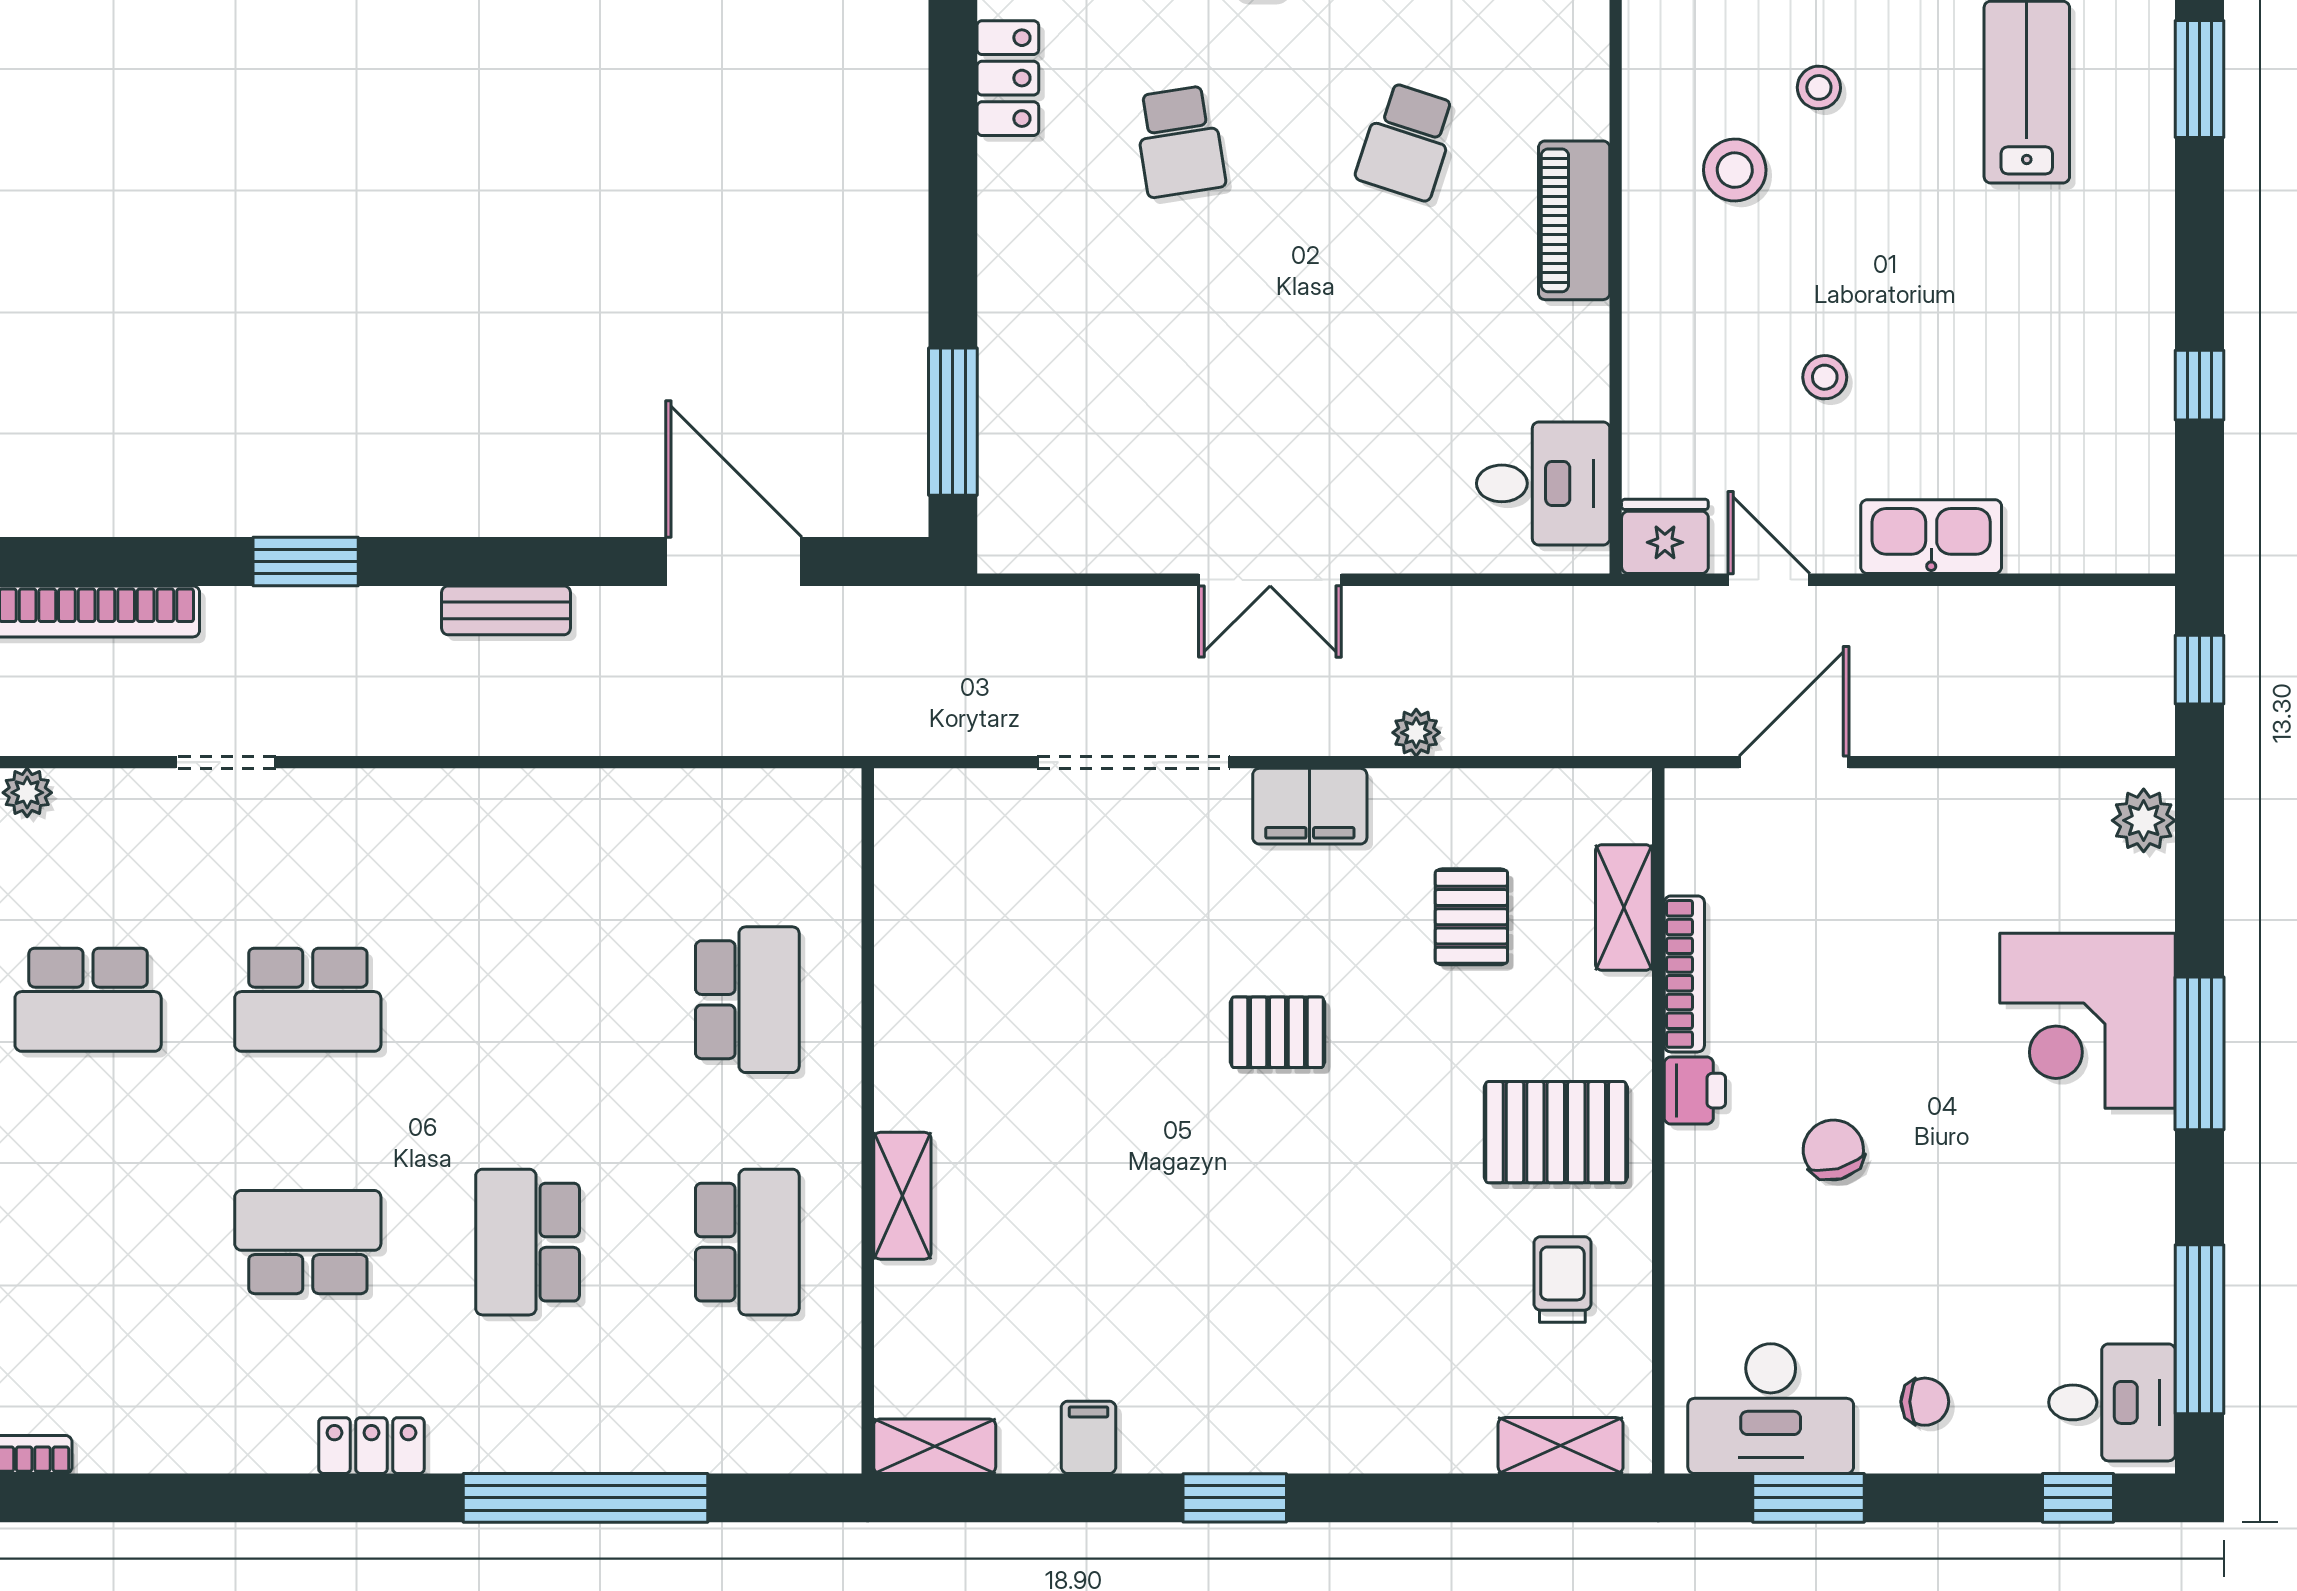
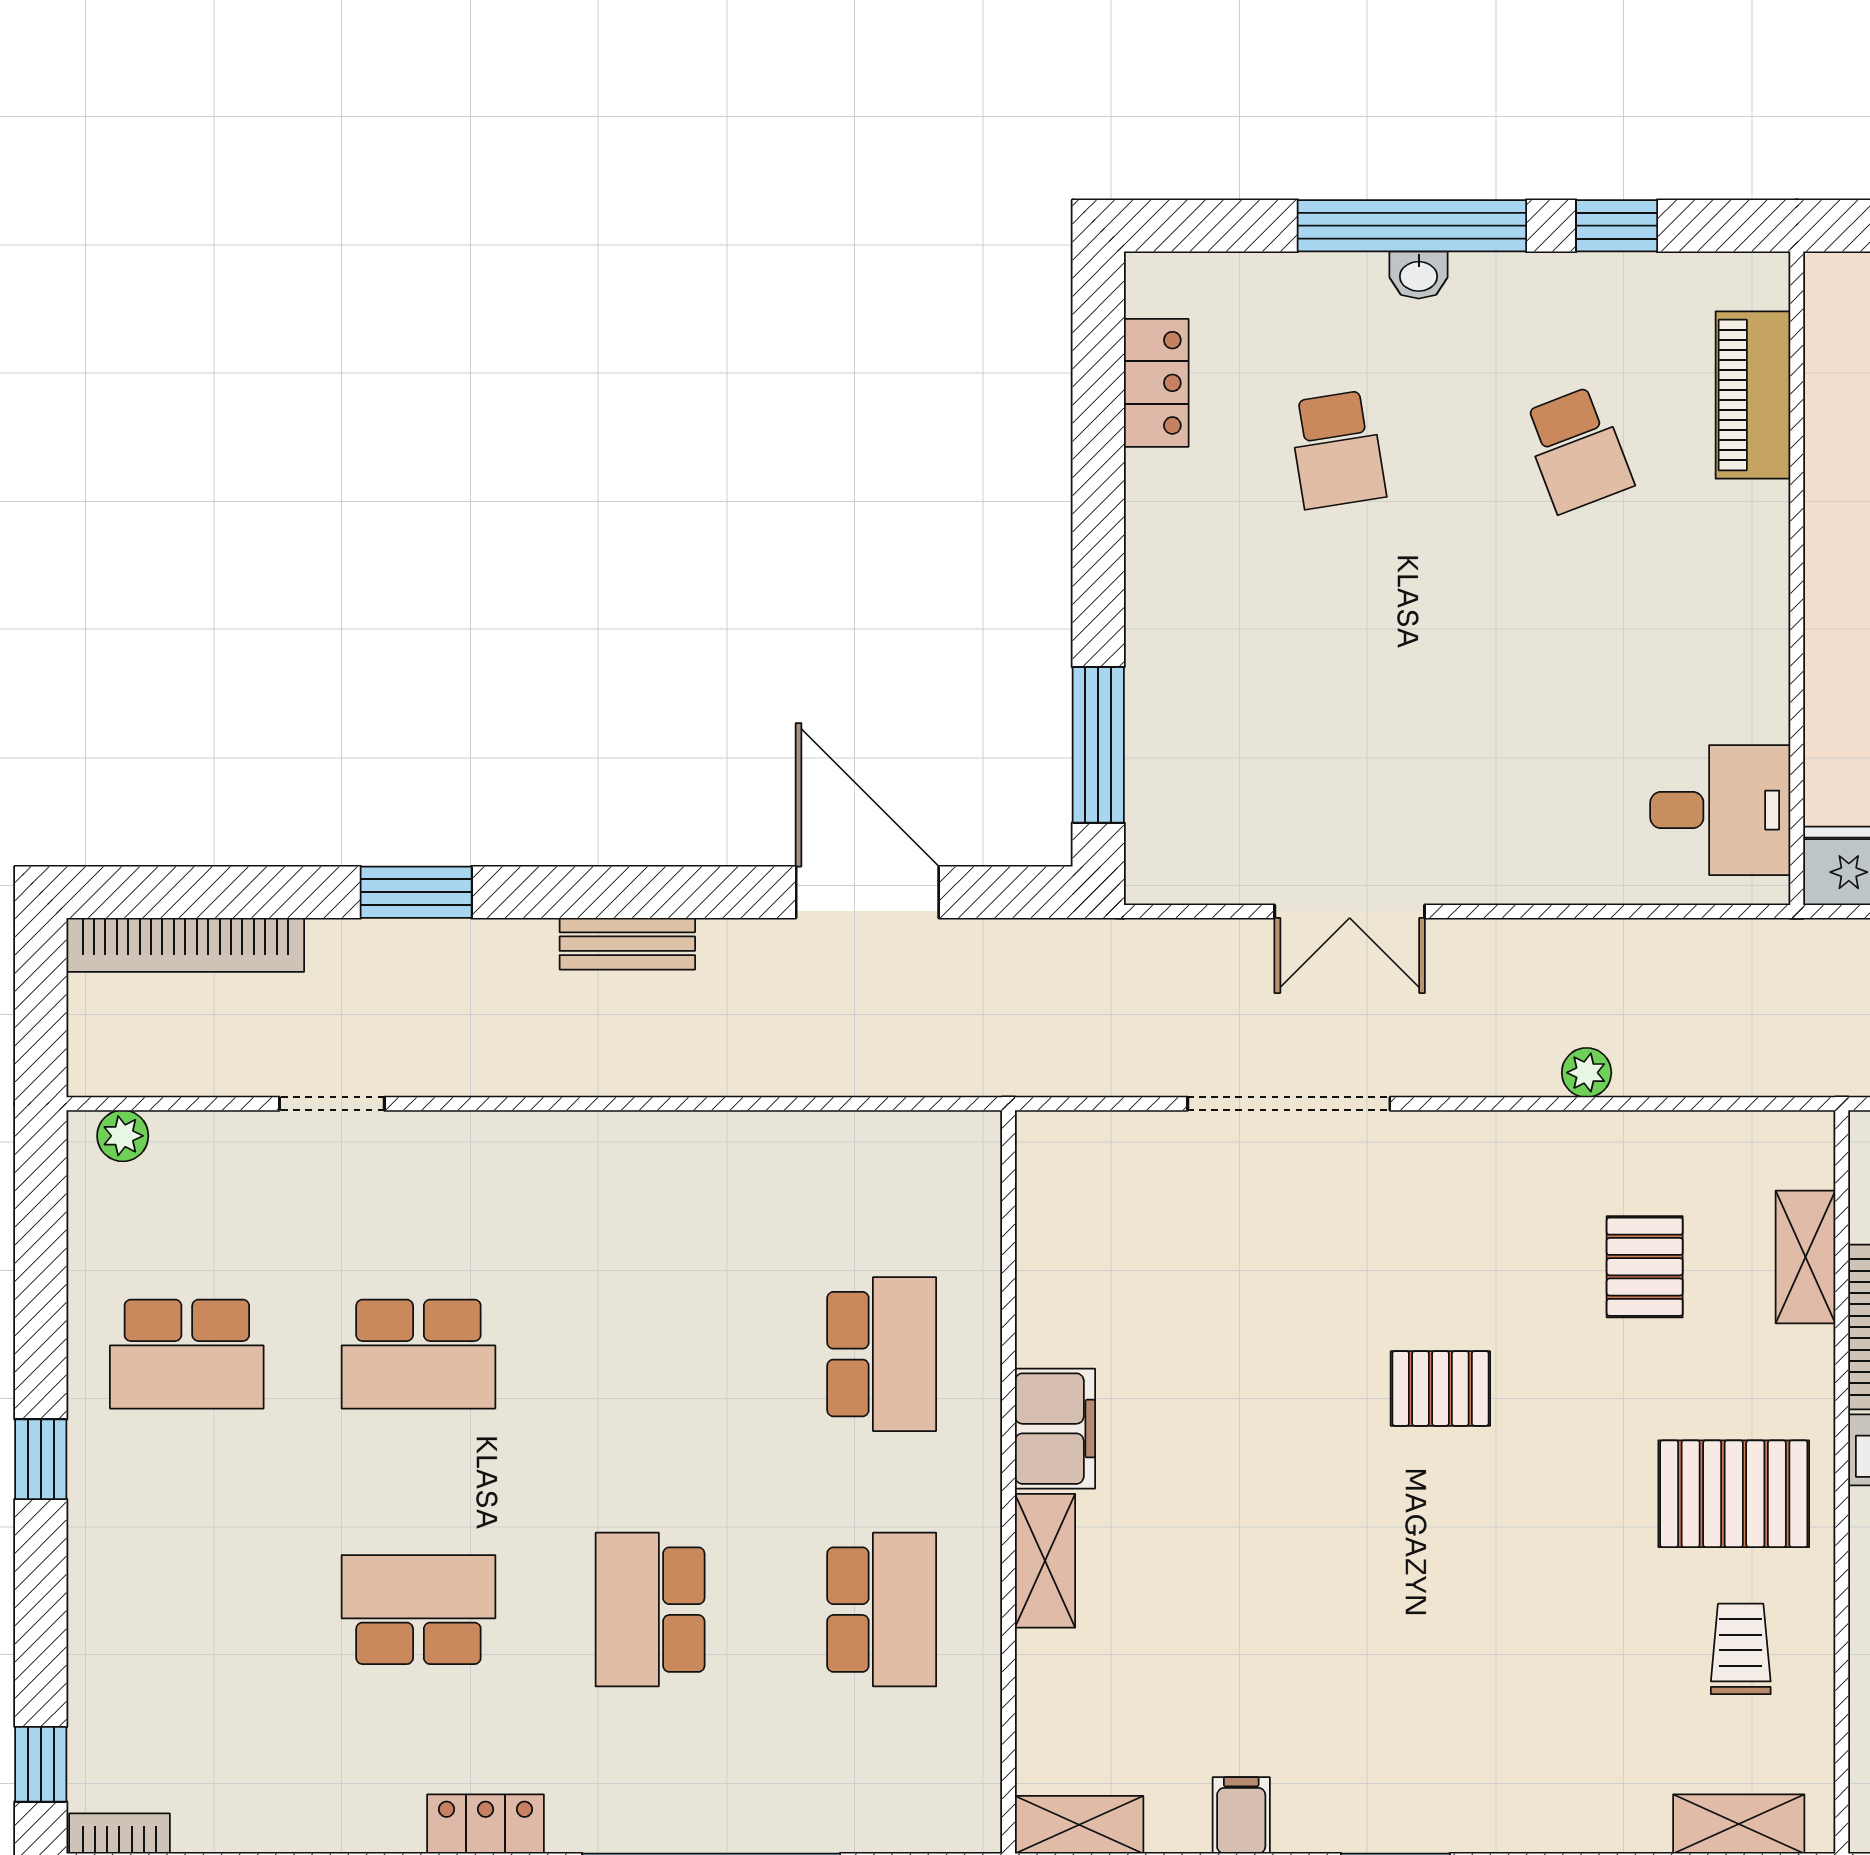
school desk: (1407, 142) -> (1577, 450), turned -39
piano: (1574, 220) -> (1753, 395), moved
double door: (1270, 580) -> (1350, 911), moved
filing cabinet: (1310, 806) -> (1055, 1429), moved, turned -90

